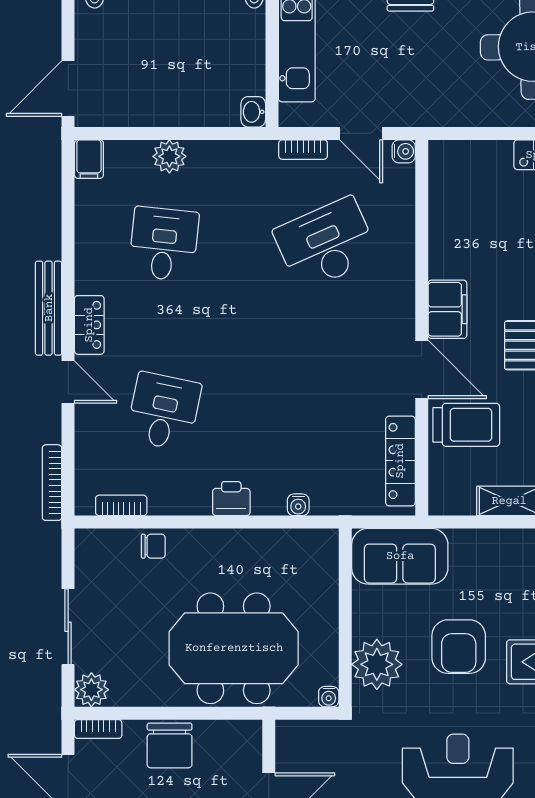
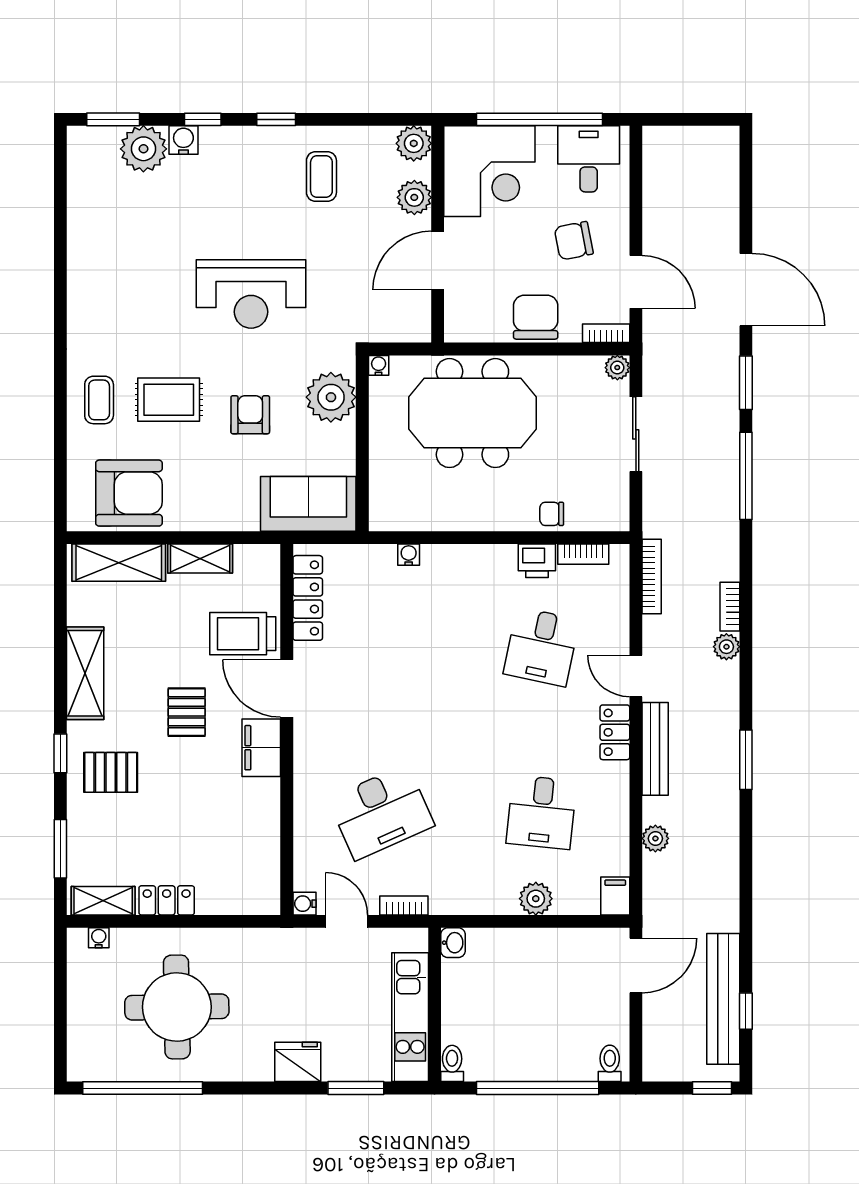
plant: (48, 217) -> (655, 838), added
printer: (231, 499) -> (537, 561), moved
armchair: (459, 647) -> (250, 415), width x0.72, depth x0.72
plant: (91, 690) -> (617, 368), width x0.73, depth x0.73

